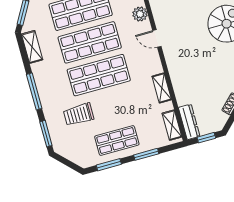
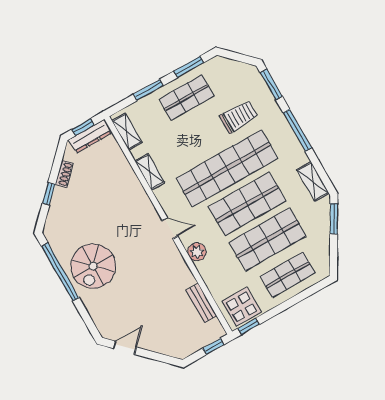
shop shelf: (99, 75) -> (227, 168), width x1.40
dresser: (189, 122) -> (90, 136), moved, turned -90

